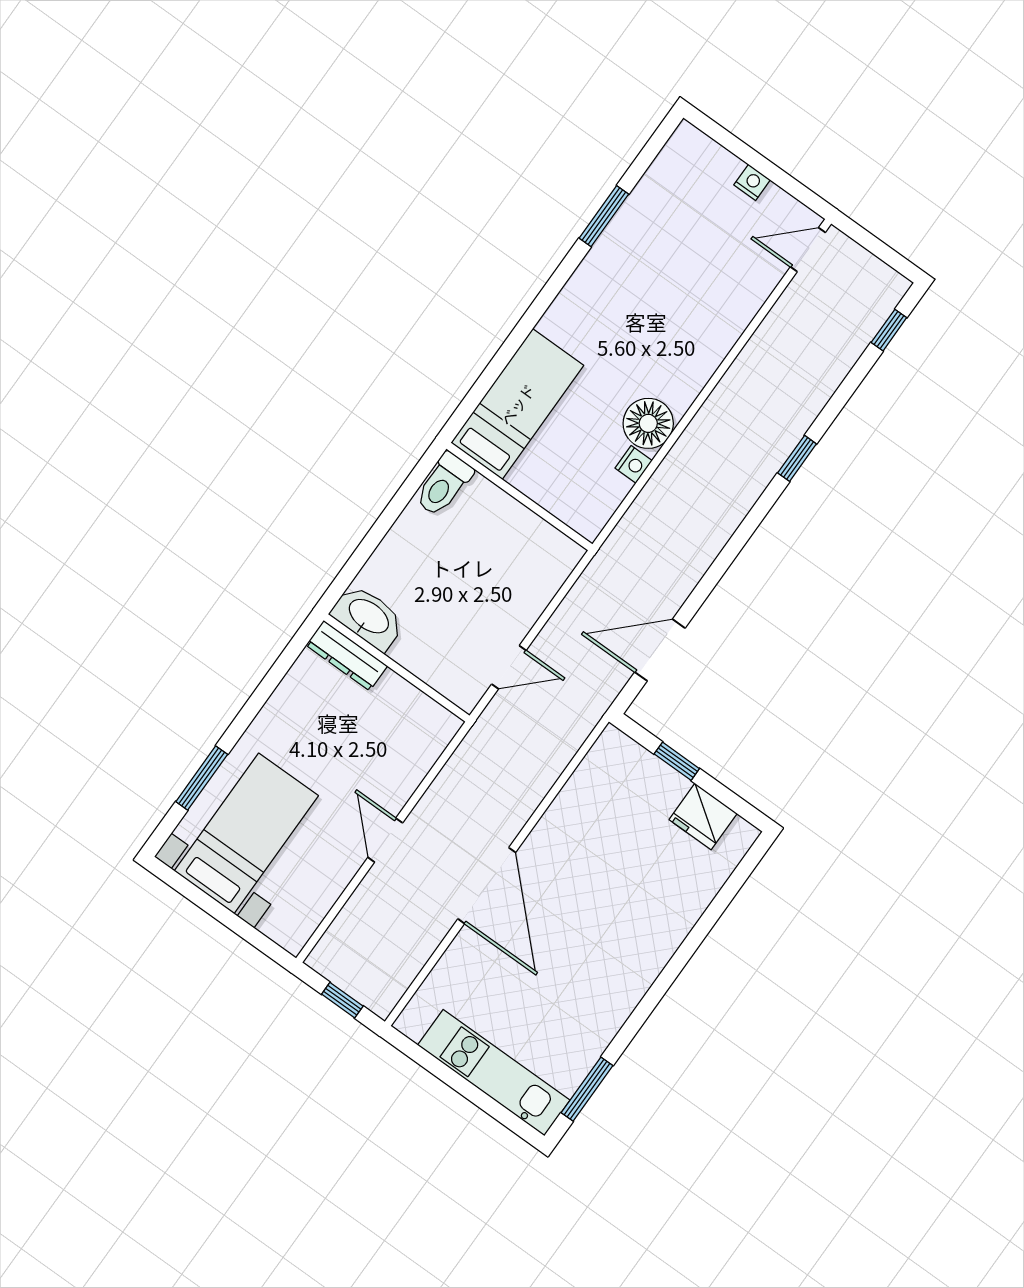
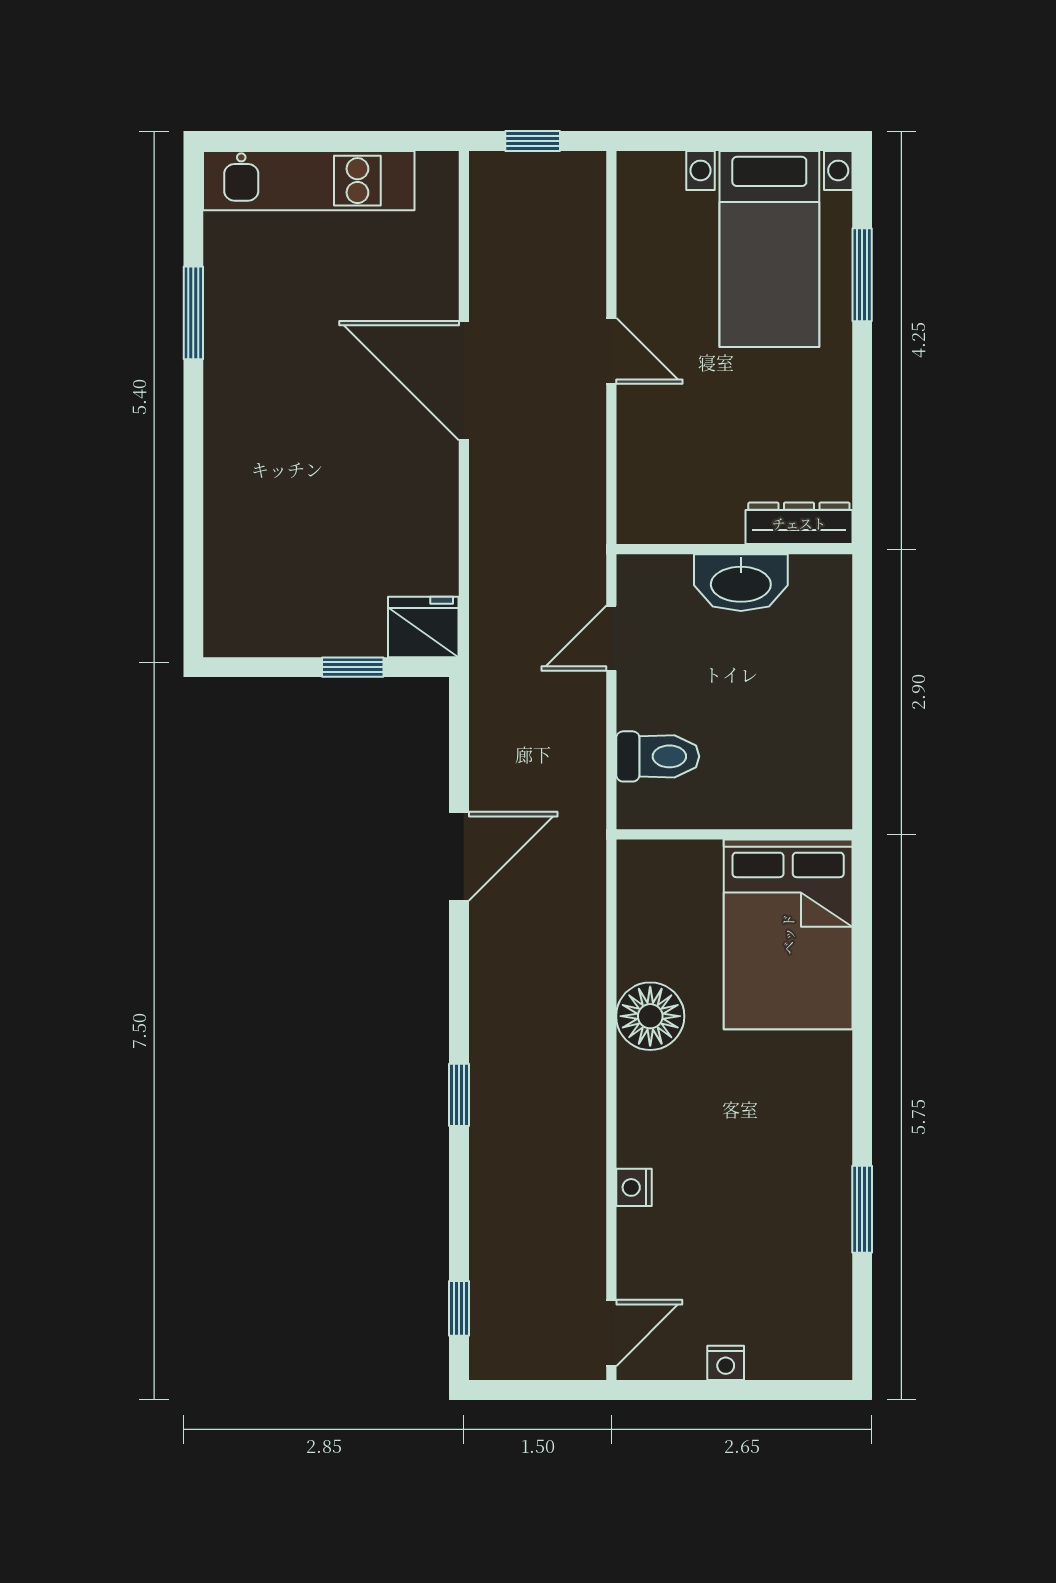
bed: (517, 404) -> (788, 934), width x1.50
nightstand: (634, 464) -> (634, 1187), moved
toilet: (444, 484) -> (658, 756), moved, turned 90
washbasin: (368, 617) -> (741, 583), moved
door: (660, 650) -> (459, 856), moved
fridge: (703, 817) -> (423, 627), moved
window: (587, 1089) -> (193, 313), moved

